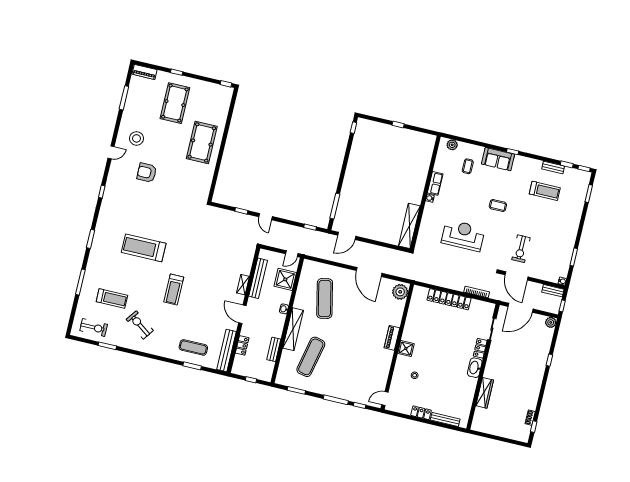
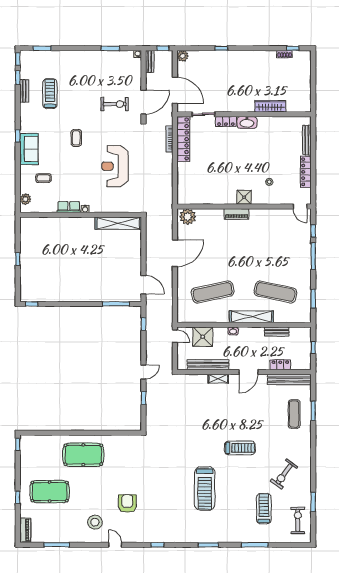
armchair: (147, 173) -> (127, 504), turned 180
locker: (449, 299) -> (183, 139), moved
locker: (421, 413) -> (306, 172), width x1.53

